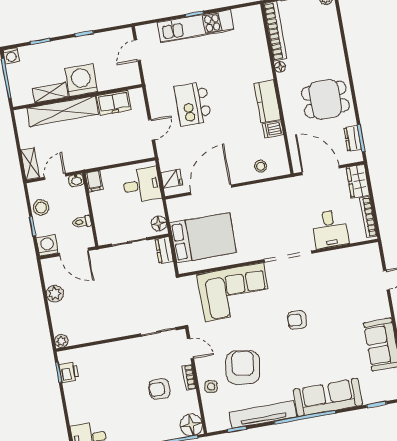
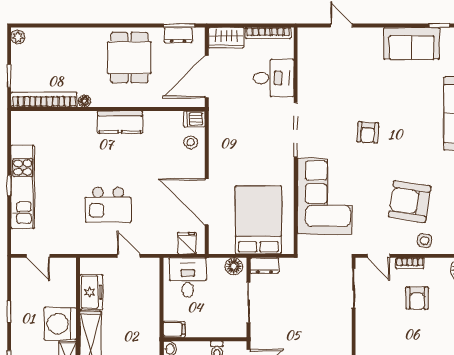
dishwasher: (273, 129) -> (194, 119), moved, turned 90
door: (190, 349) -> (378, 256), swing flipped

